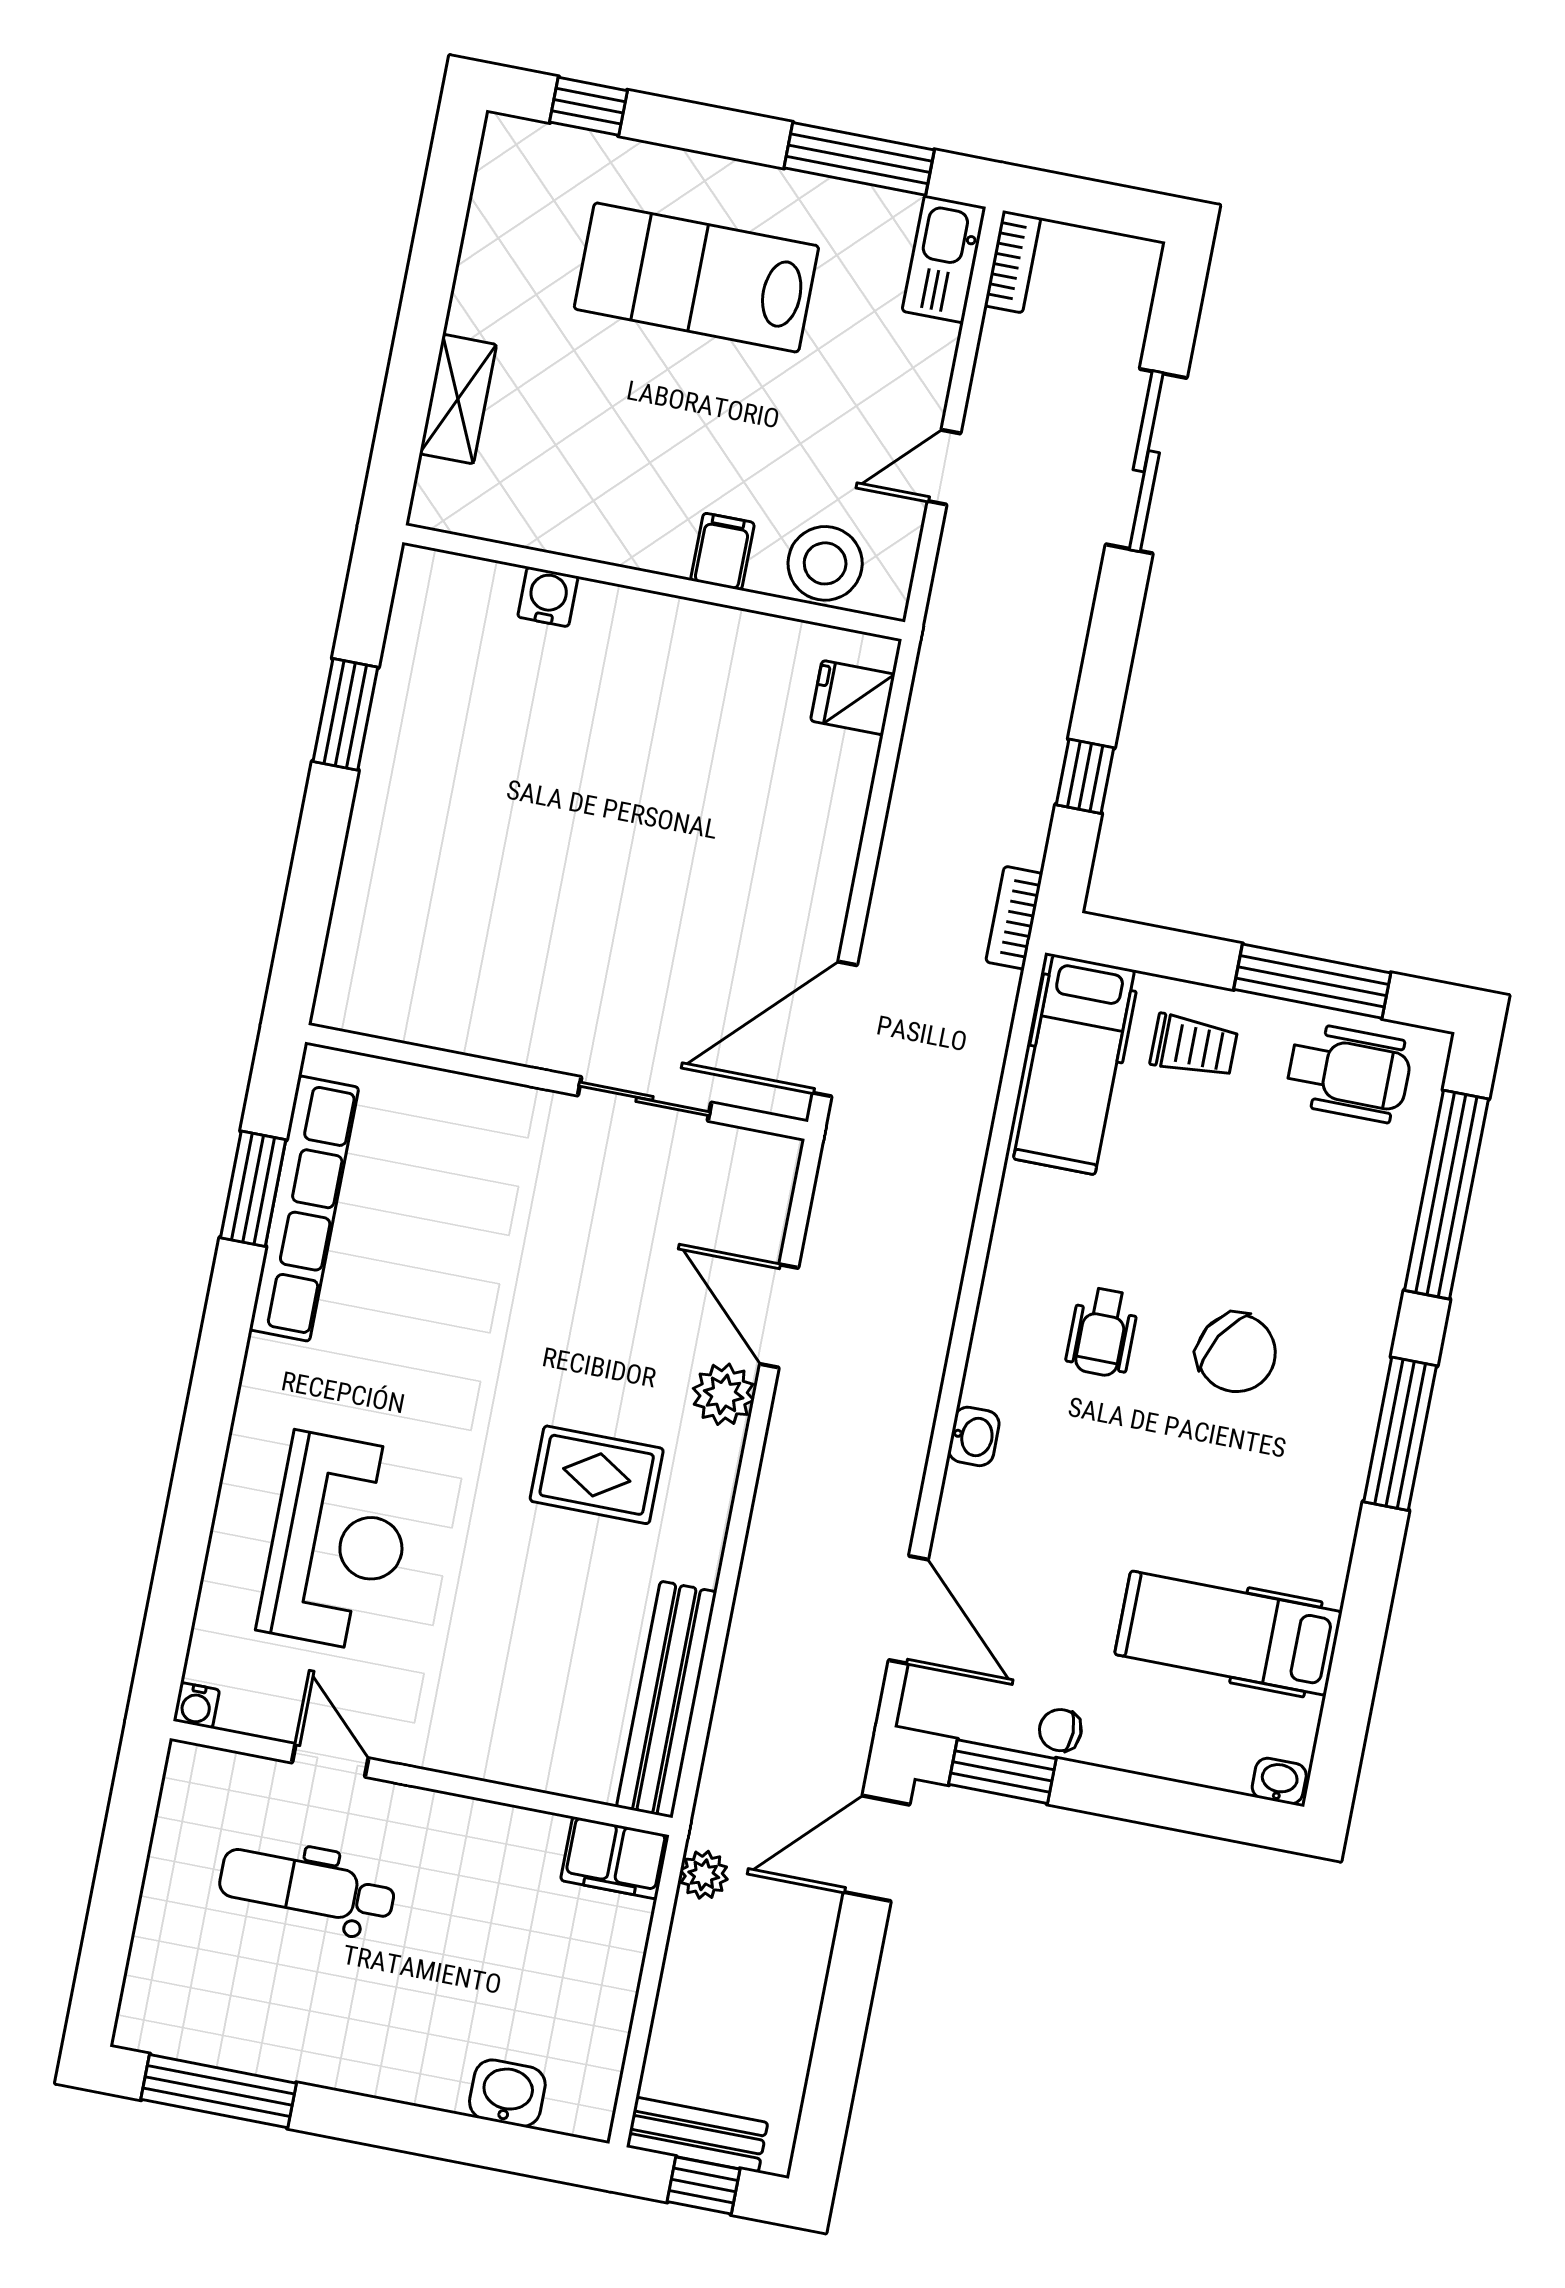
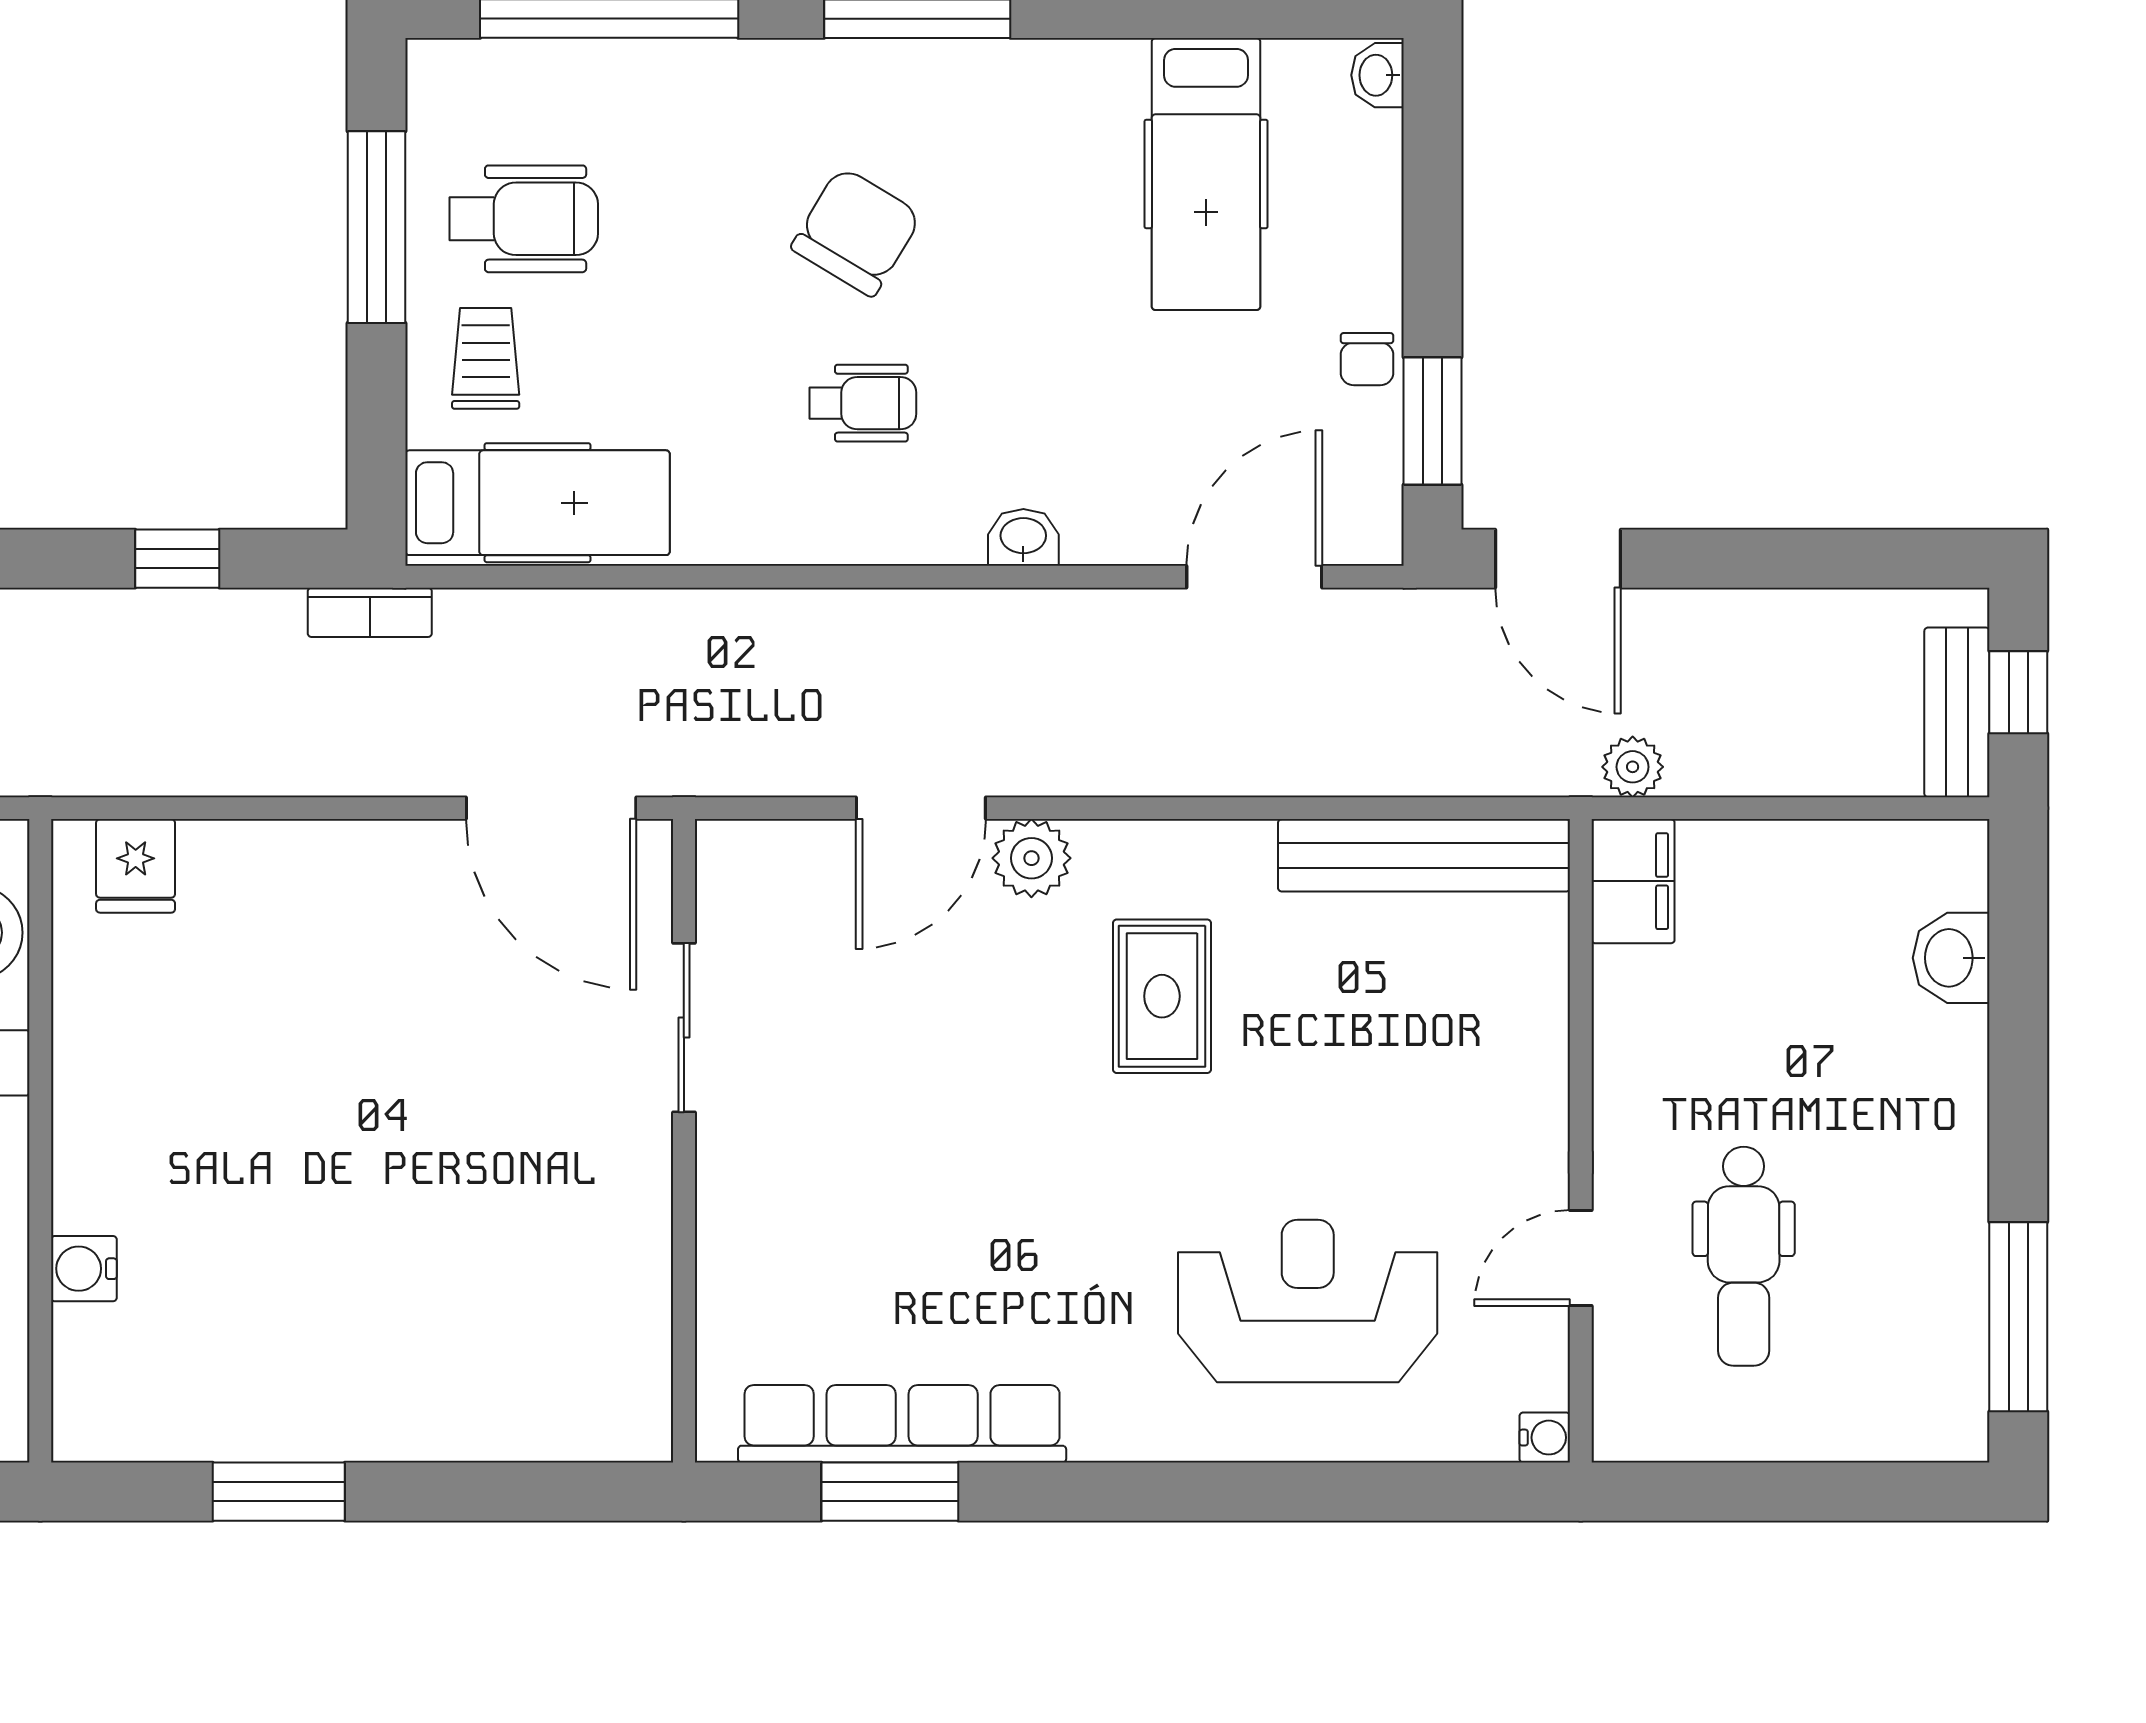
wheelchair: (1349, 1073) -> (524, 219), moved, turned 90

